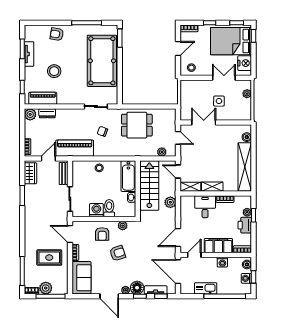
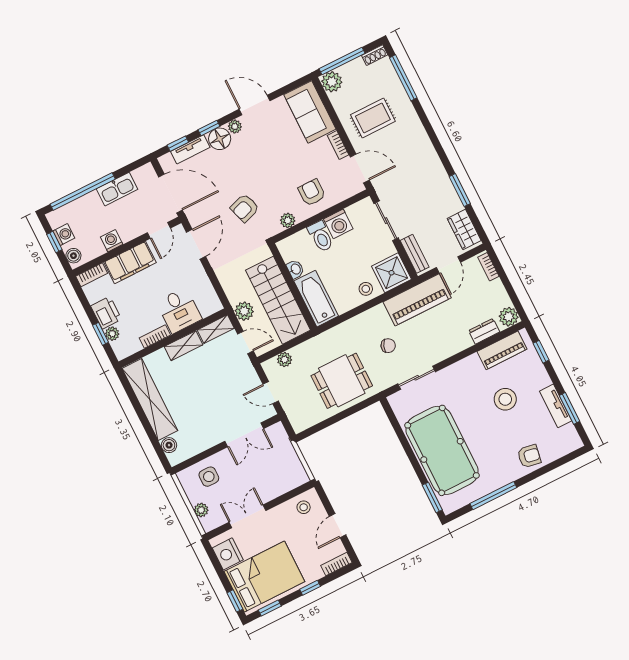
double door: (224, 78) -> (247, 516), swing flipped
side table: (219, 101) -> (209, 477), moved
shower: (81, 170) -> (391, 273), added
plant: (170, 202) -> (244, 311), moved
armchair: (118, 253) -> (245, 208), moved
plant: (46, 288) -> (332, 82), moved

